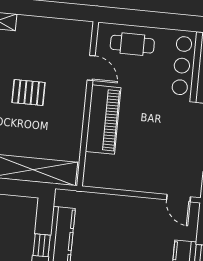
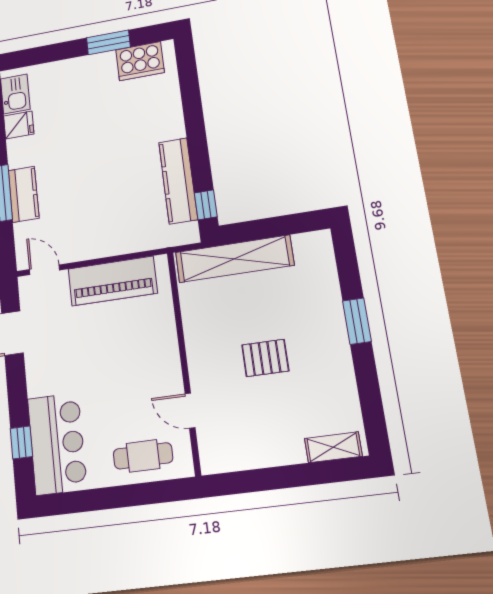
piano: (103, 120) -> (112, 281), moved, turned -90
window: (42, 245) -> (206, 205), moved

